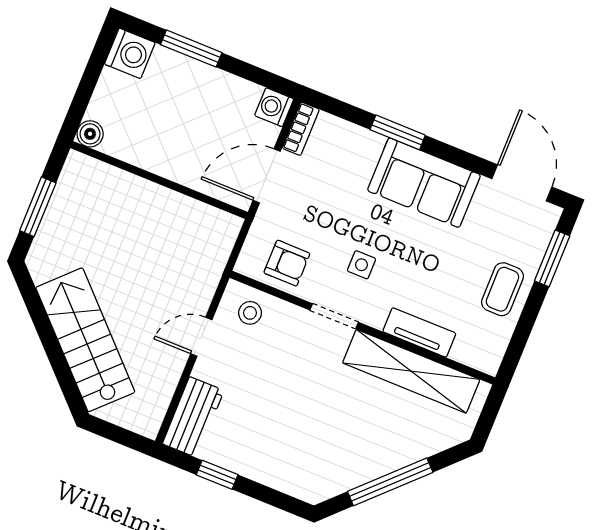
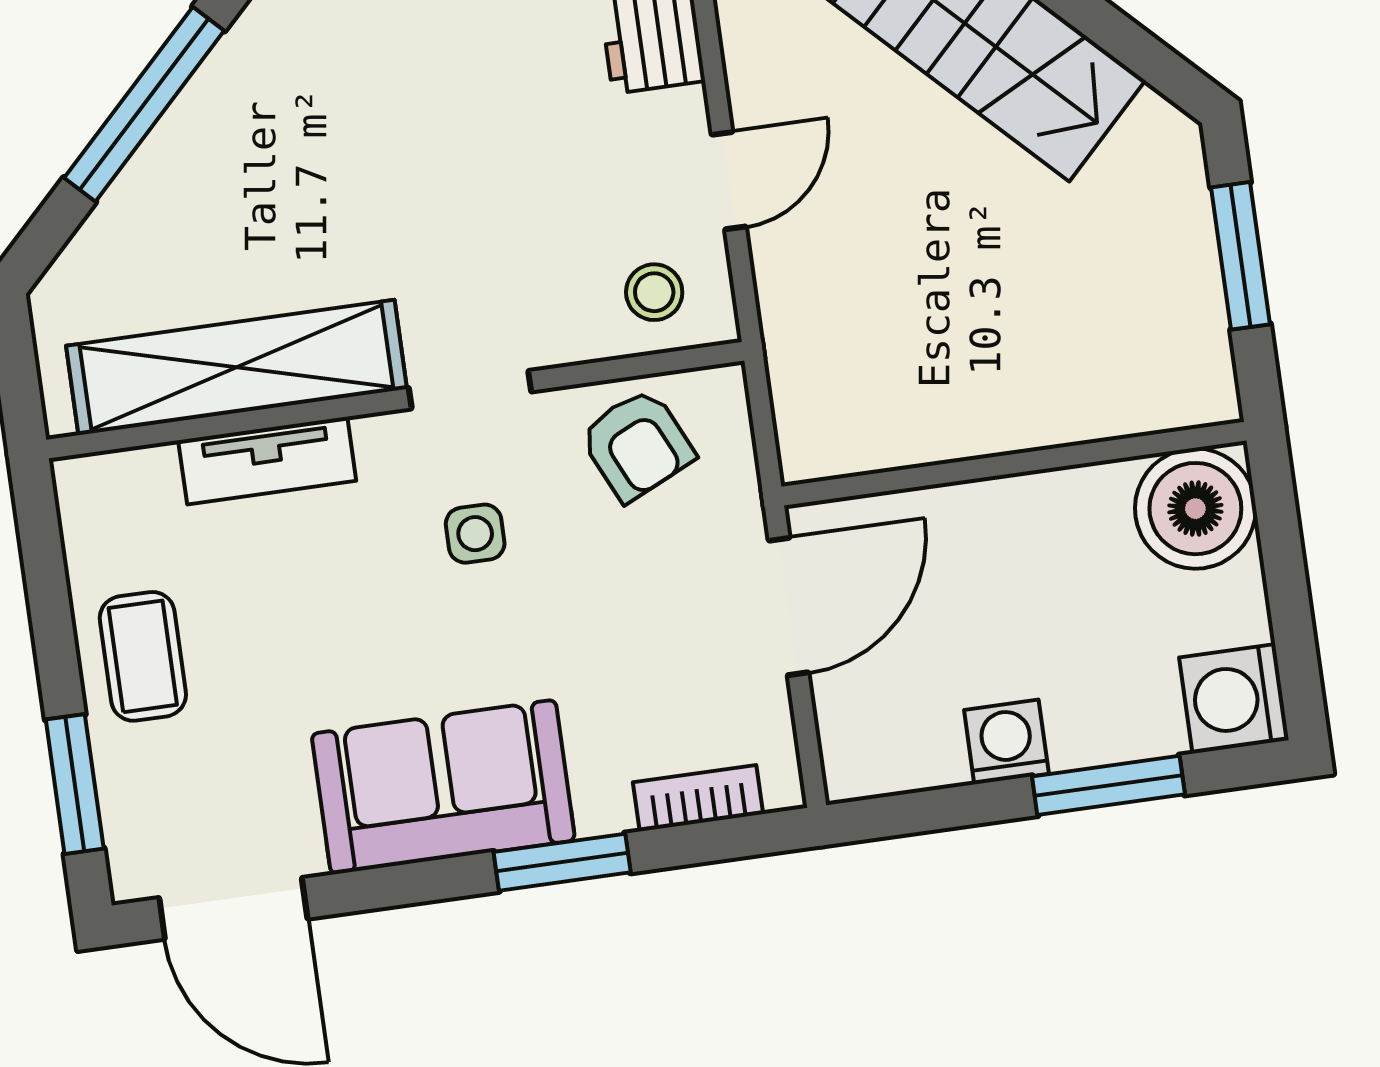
washing machine: (274, 107) -> (1006, 742), moved, turned -90
bookcase: (301, 129) -> (698, 798), moved, turned 90
boiler: (90, 134) -> (1195, 509), width x1.86, depth x1.86
armchair: (287, 263) -> (637, 445), turned -115

